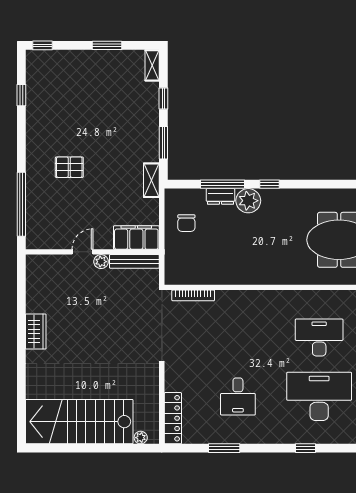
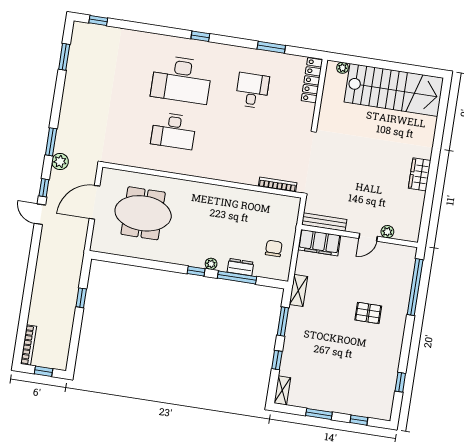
window: (43, 45) -> (359, 420), moved
plant: (248, 201) -> (211, 264), width x0.53, depth x0.53
plant: (101, 262) -> (387, 232), moved

